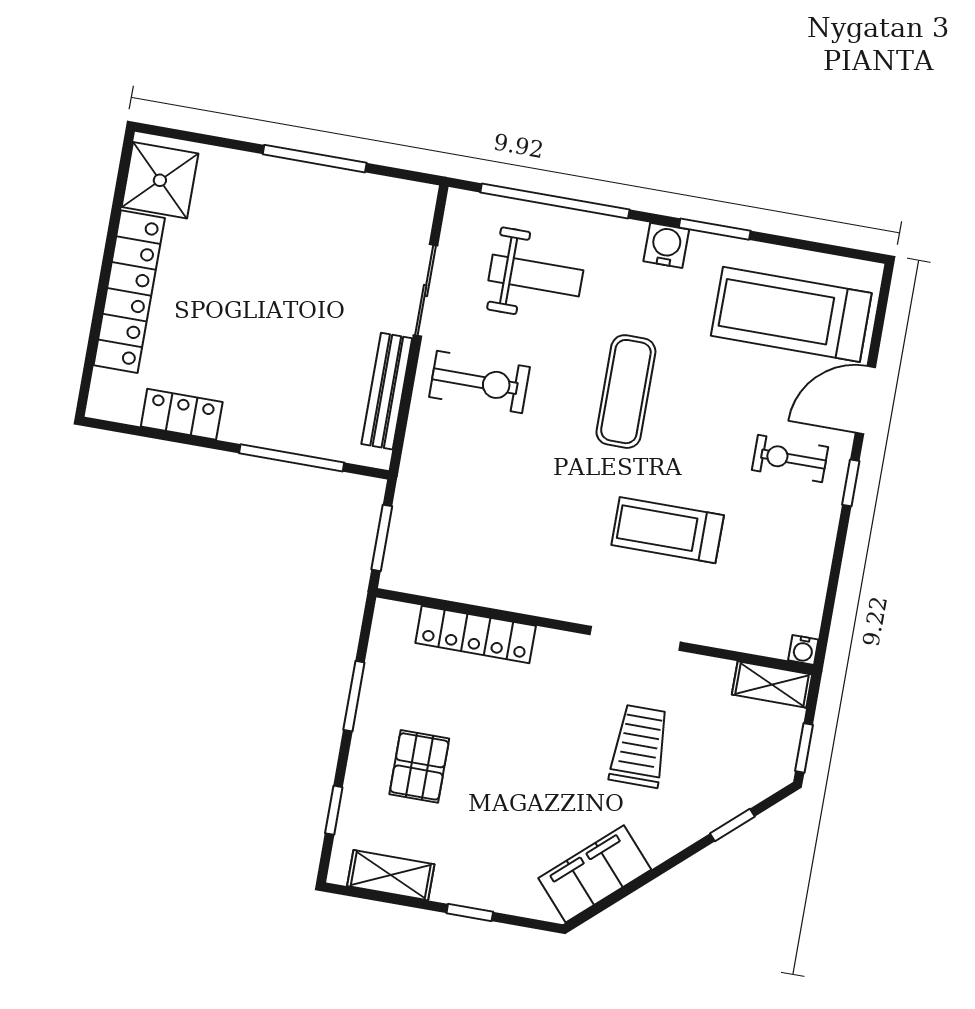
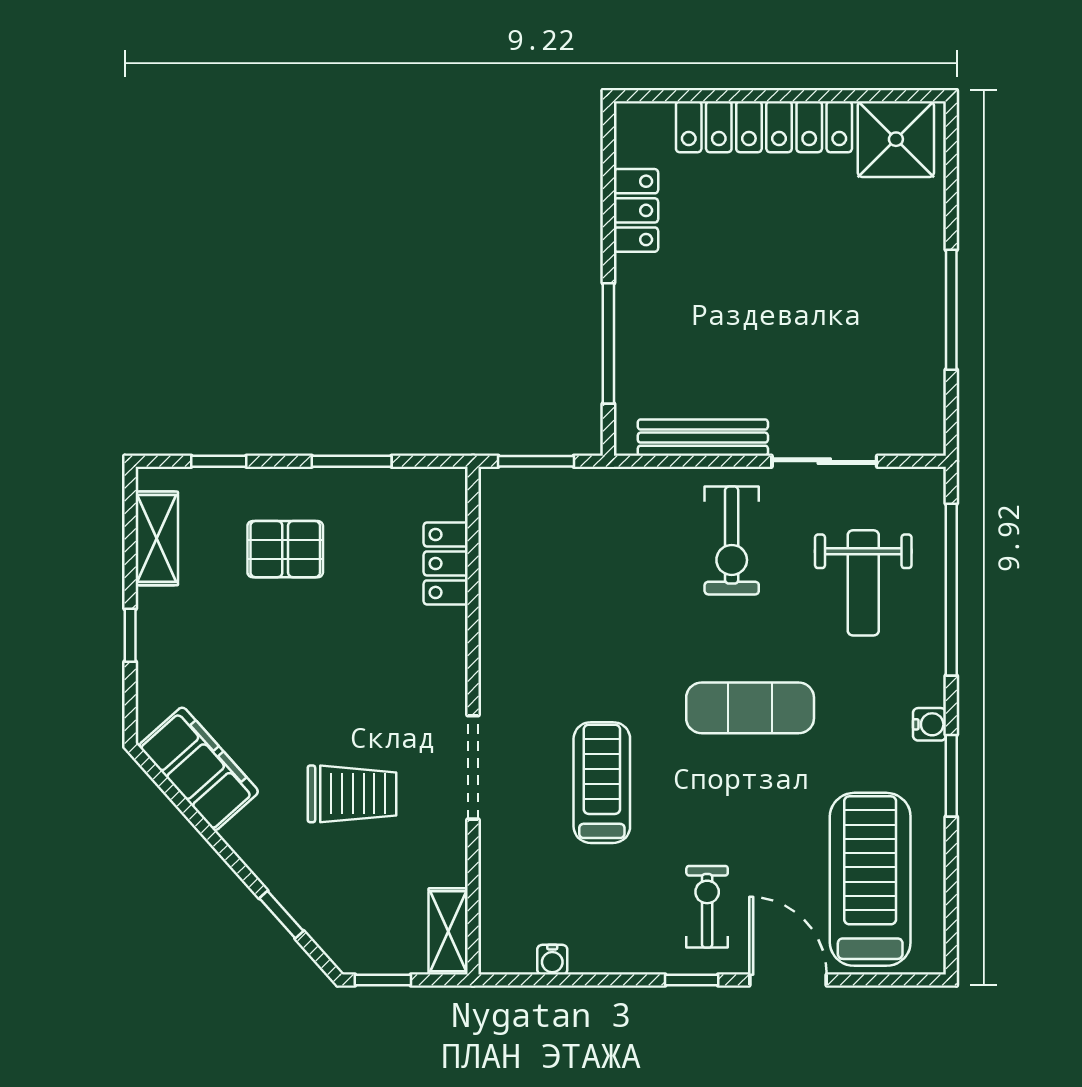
water cooler: (666, 245) -> (930, 724), width x0.72, depth x0.72
locker: (476, 634) -> (446, 563), width x0.66
water cooler: (803, 650) -> (552, 960), moved, turned -90

